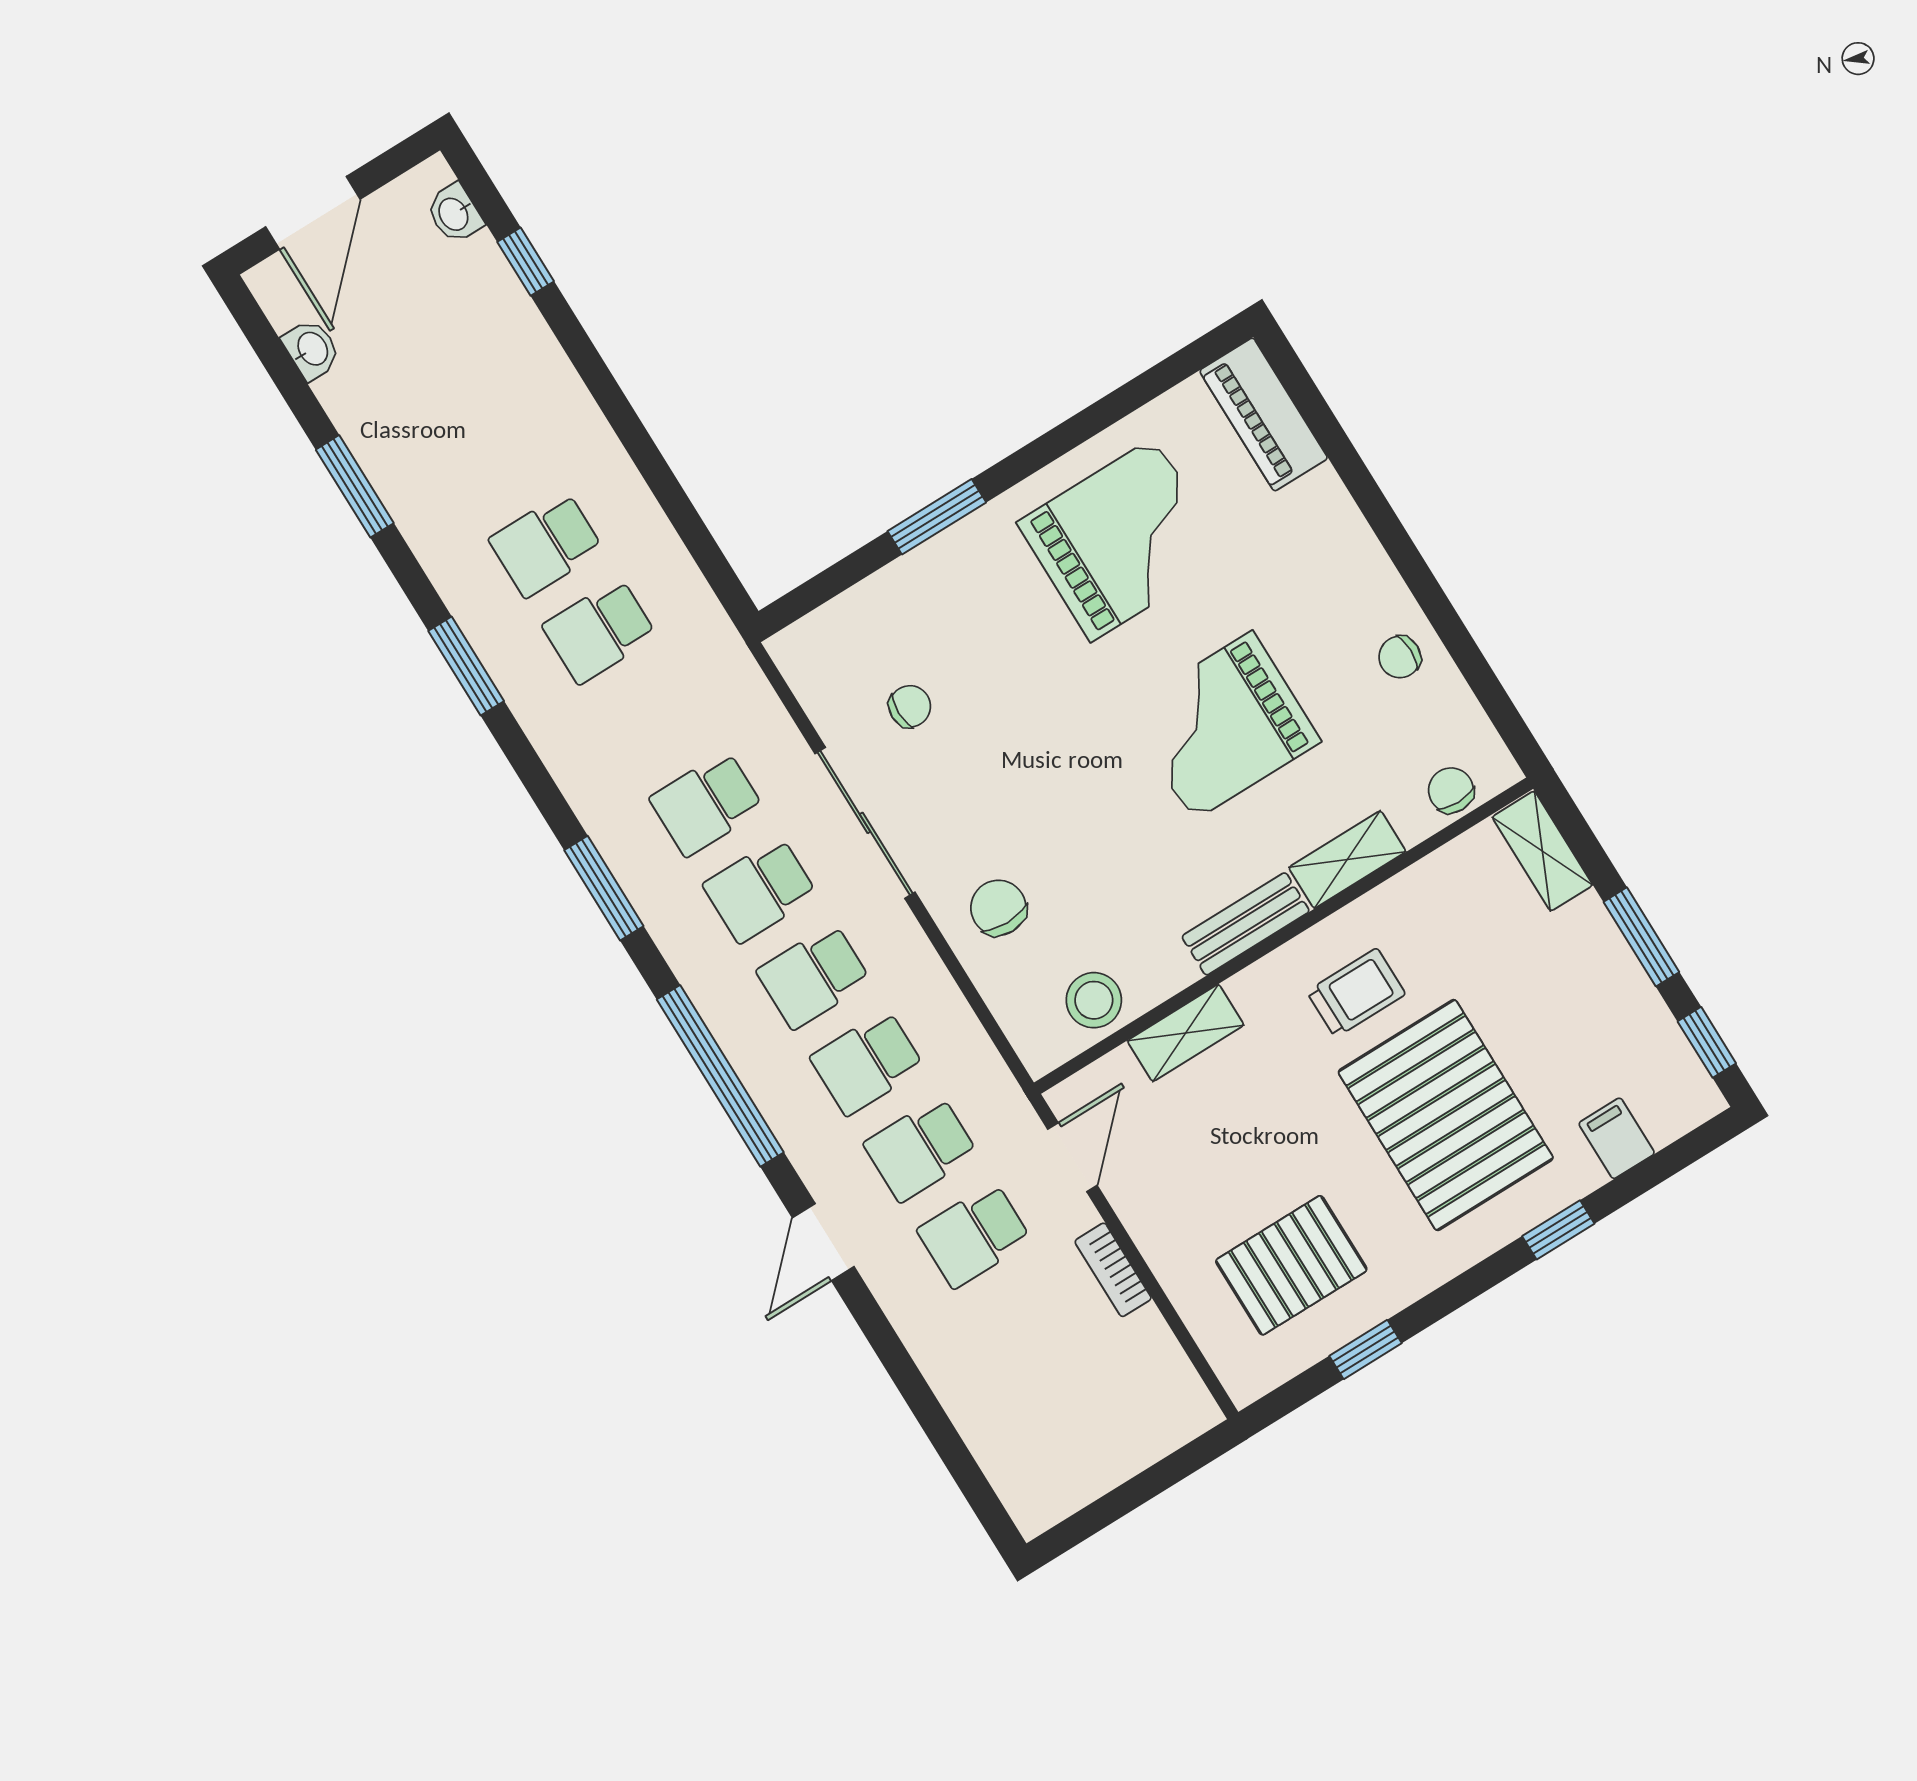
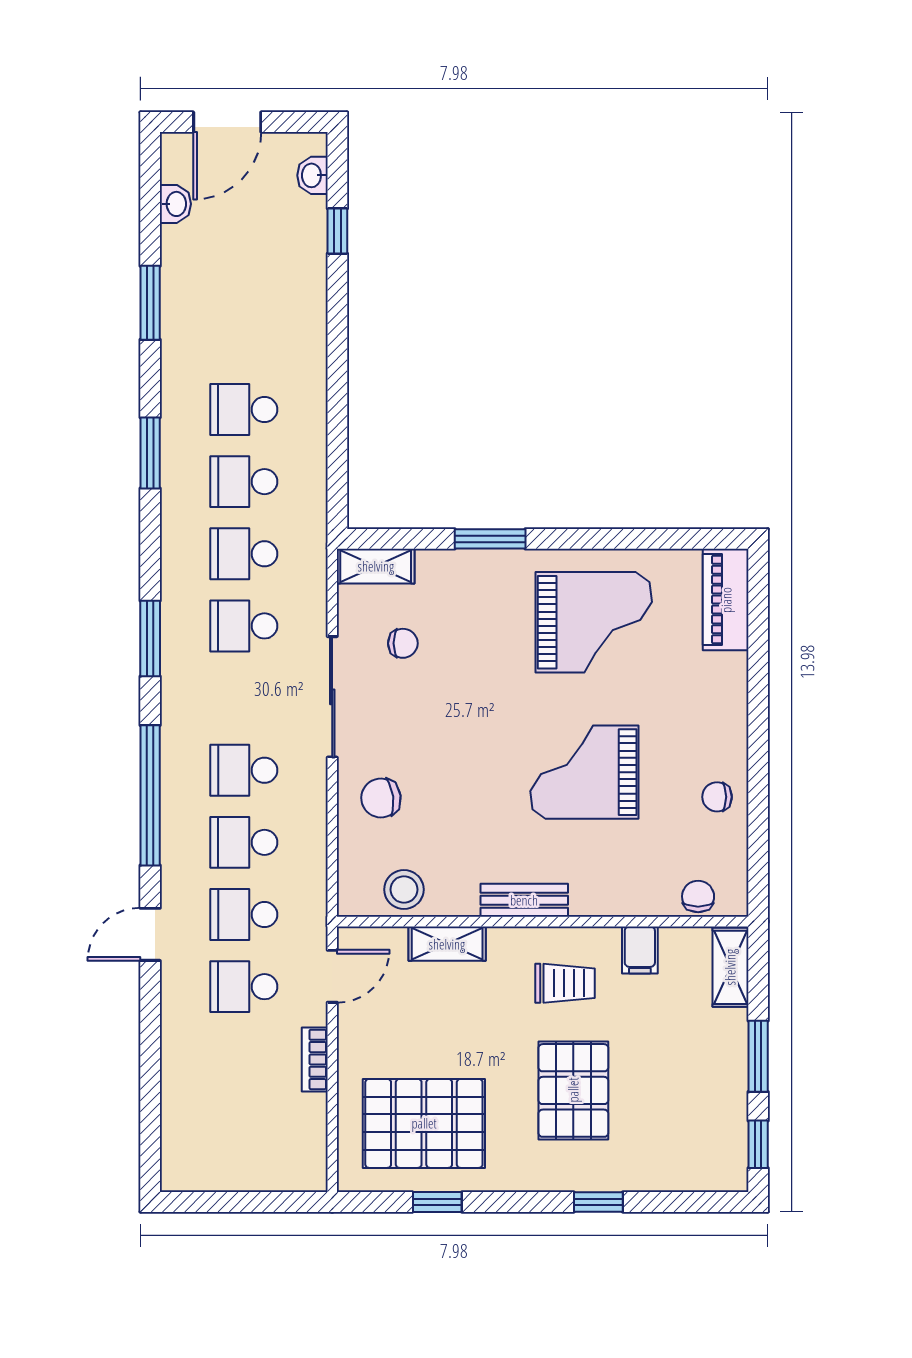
shelving: (1347, 860) -> (376, 566), moved
school desk: (760, 890) -> (244, 554), moved
chair: (998, 908) -> (381, 798), turned -98
pallet: (1446, 1115) -> (573, 1090), width x0.73, depth x0.71
filing cabinet: (1617, 1138) -> (640, 950), moved, turned 180
pallet: (1291, 1265) -> (424, 1123), width x1.37, depth x1.41

